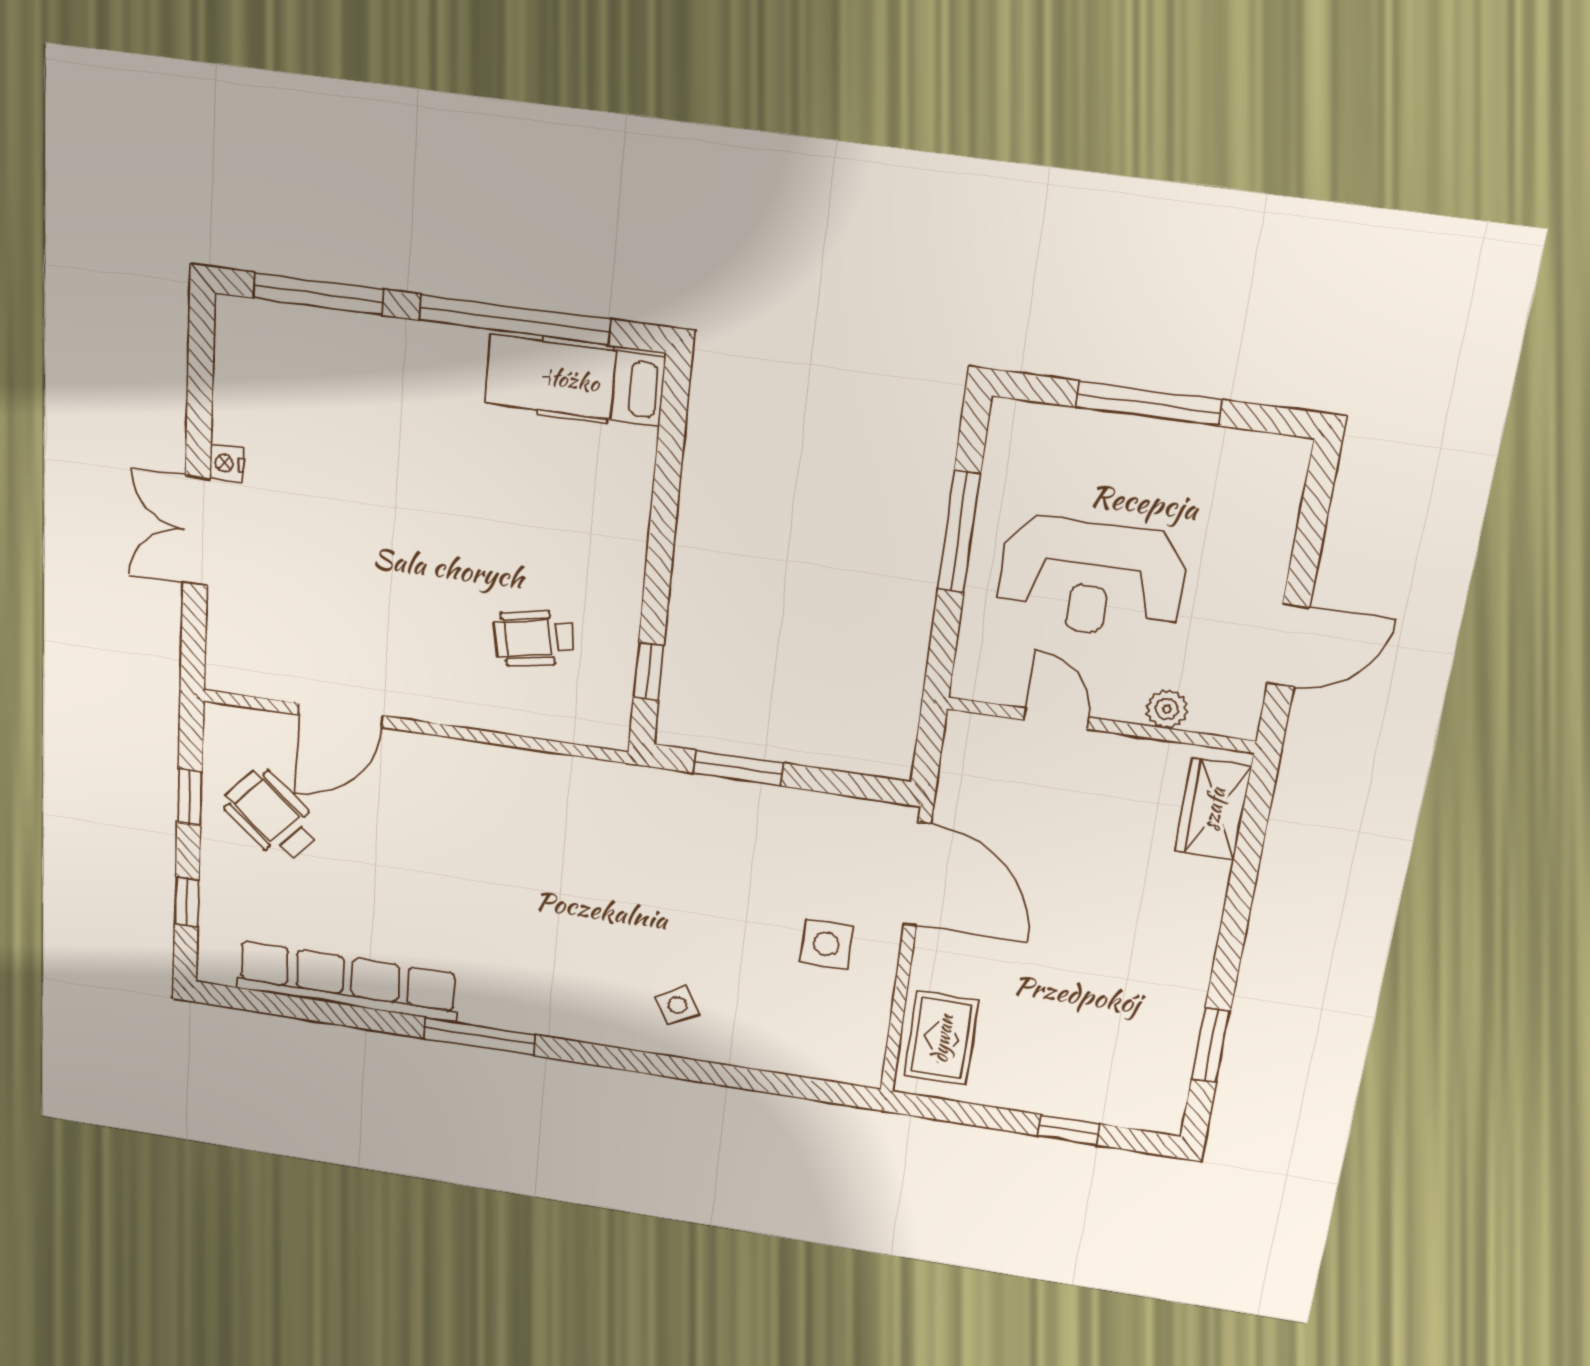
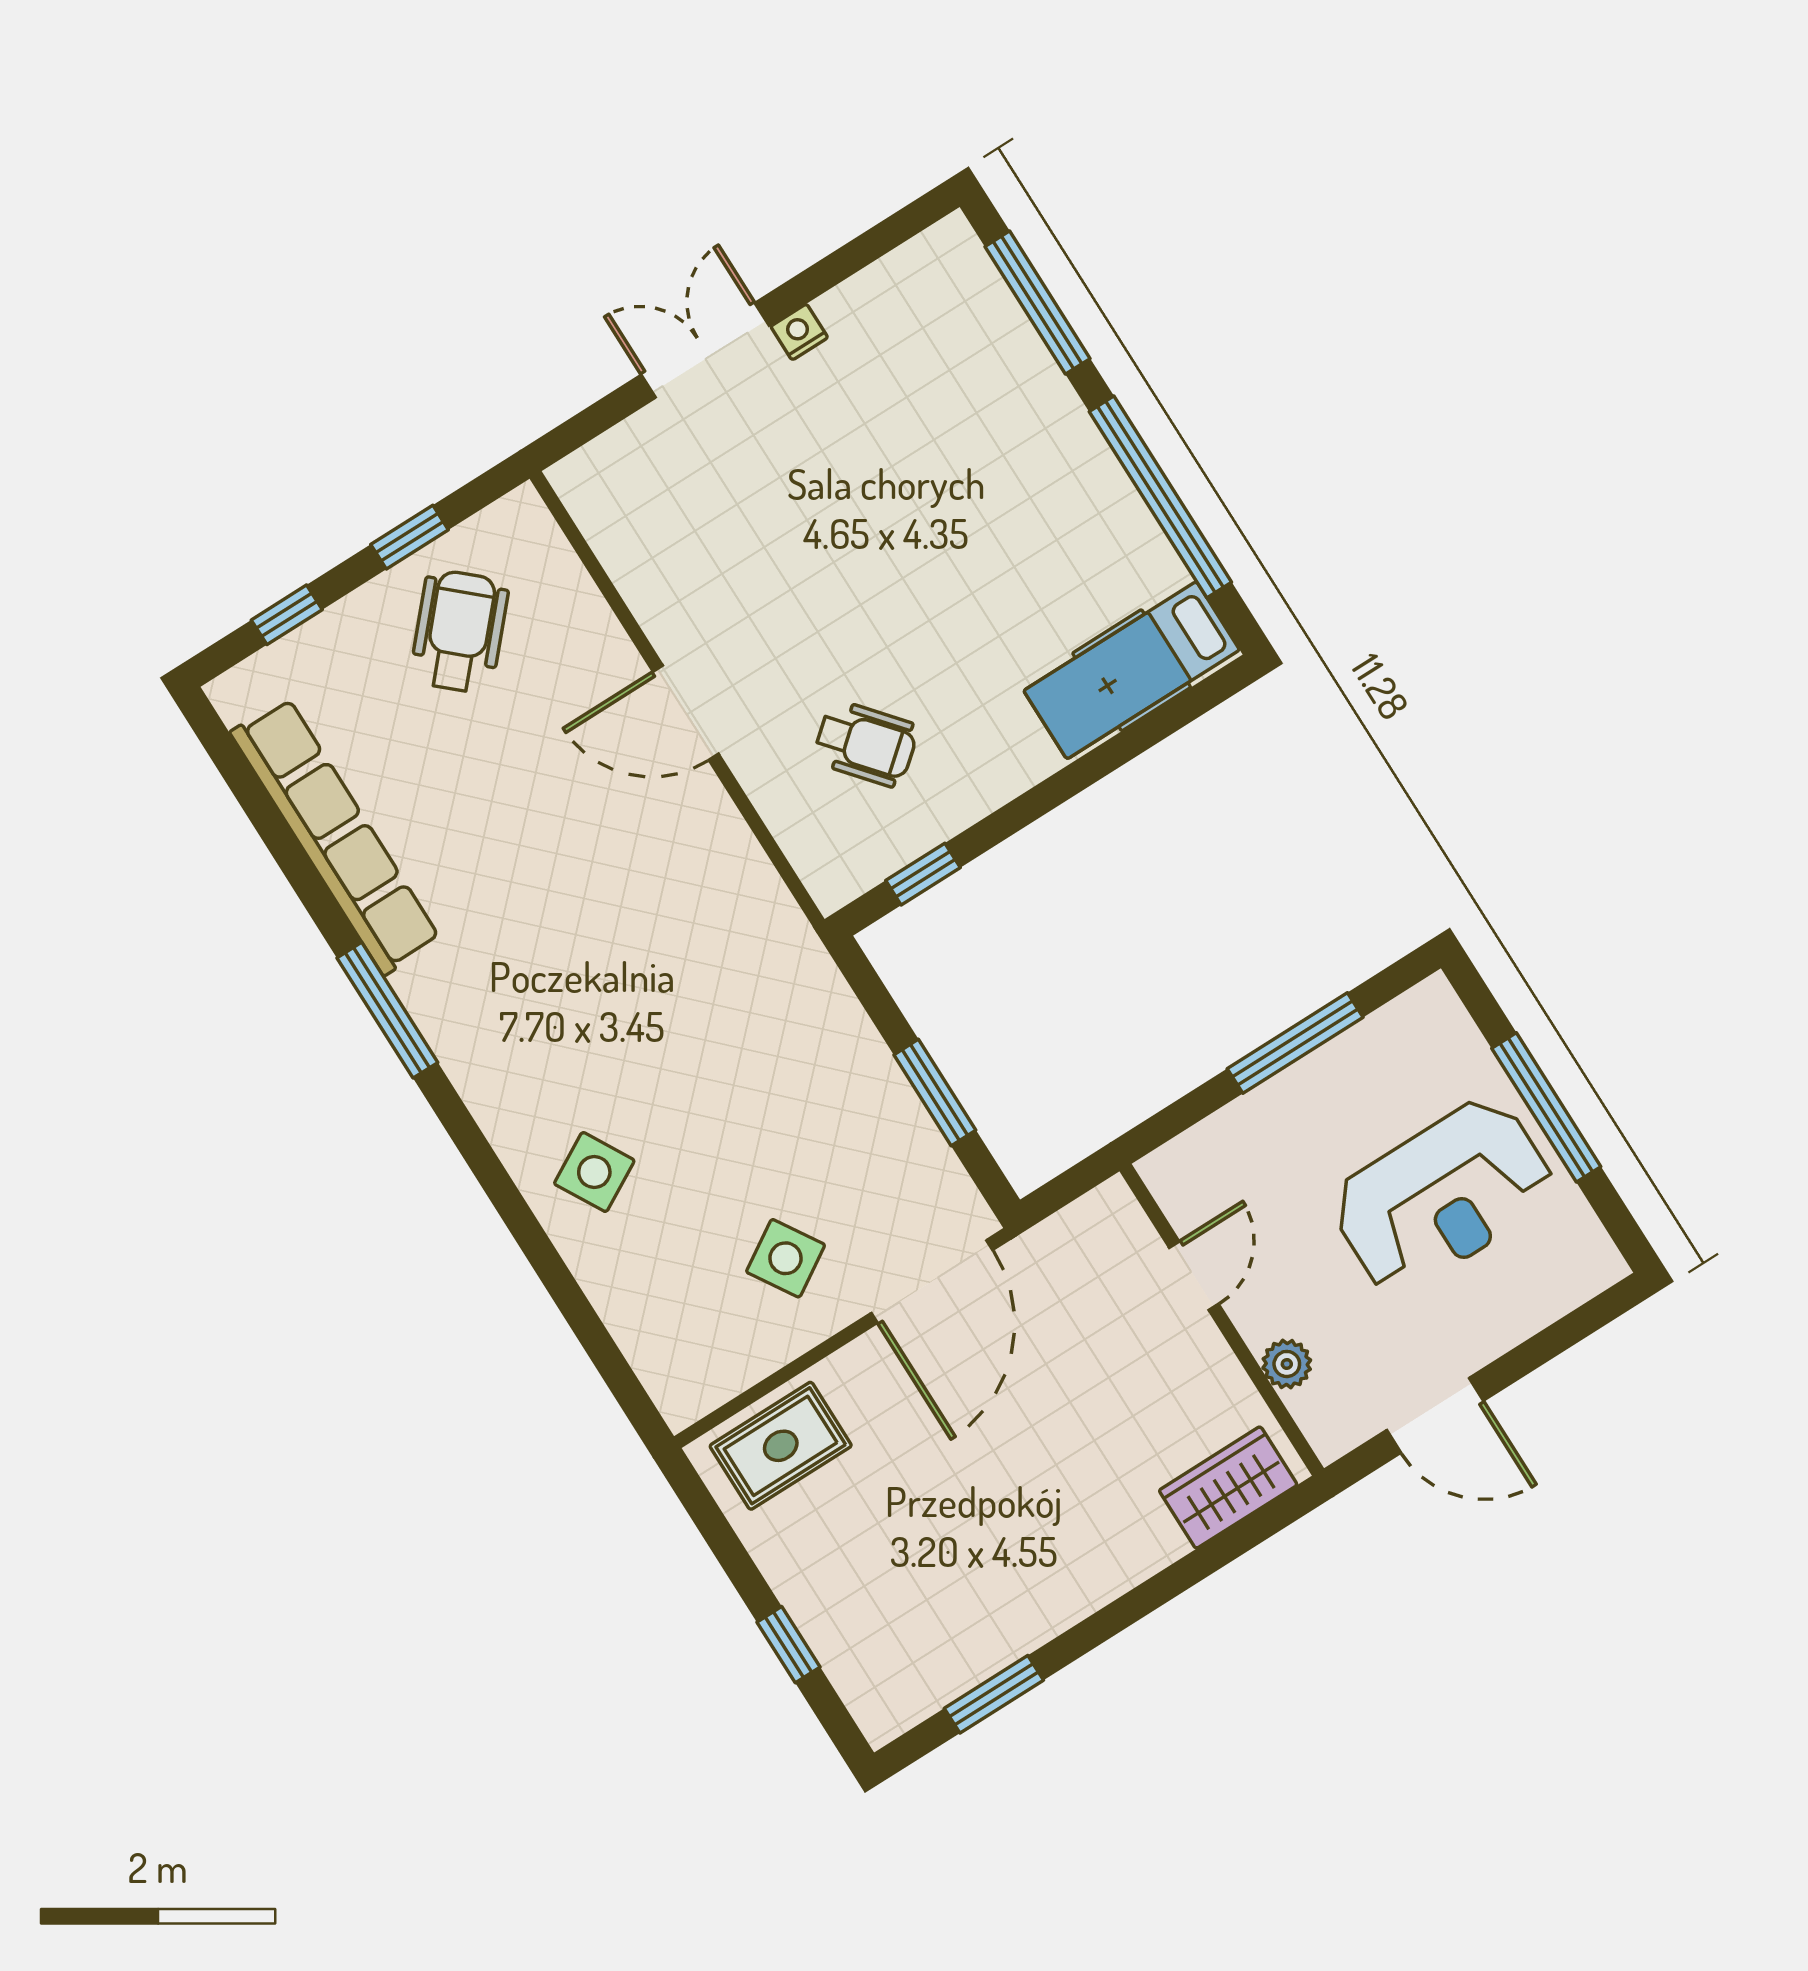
hospital bed: (575, 380) -> (1132, 670), moved, turned -90
reception desk: (1091, 578) -> (1443, 1196), moved, turned -90
wheelchair: (534, 638) -> (866, 744), turned 151
door: (340, 715) -> (686, 713), moved
window: (738, 768) -> (935, 1092), moved
side table: (826, 944) -> (786, 1258), turned -32
side table: (677, 1005) -> (594, 1172), width x1.37, depth x1.37

